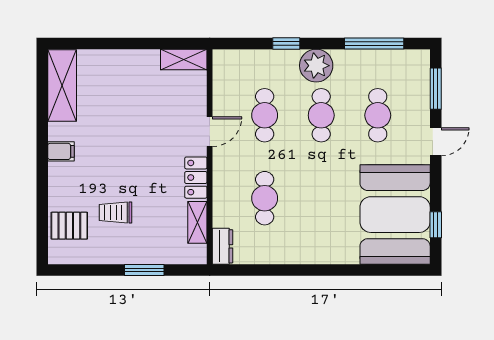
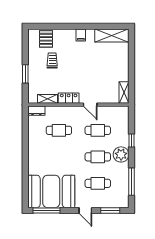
window: (436, 225) -> (46, 210), width x2.17

